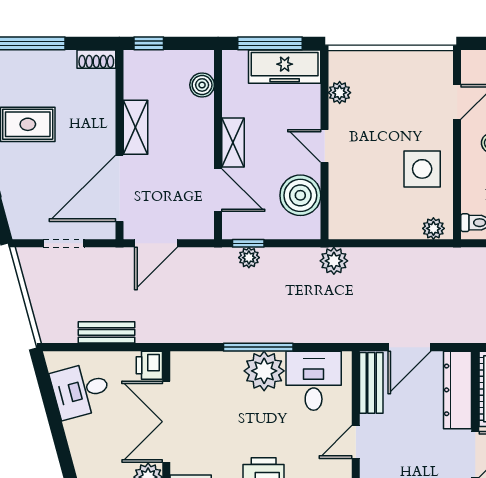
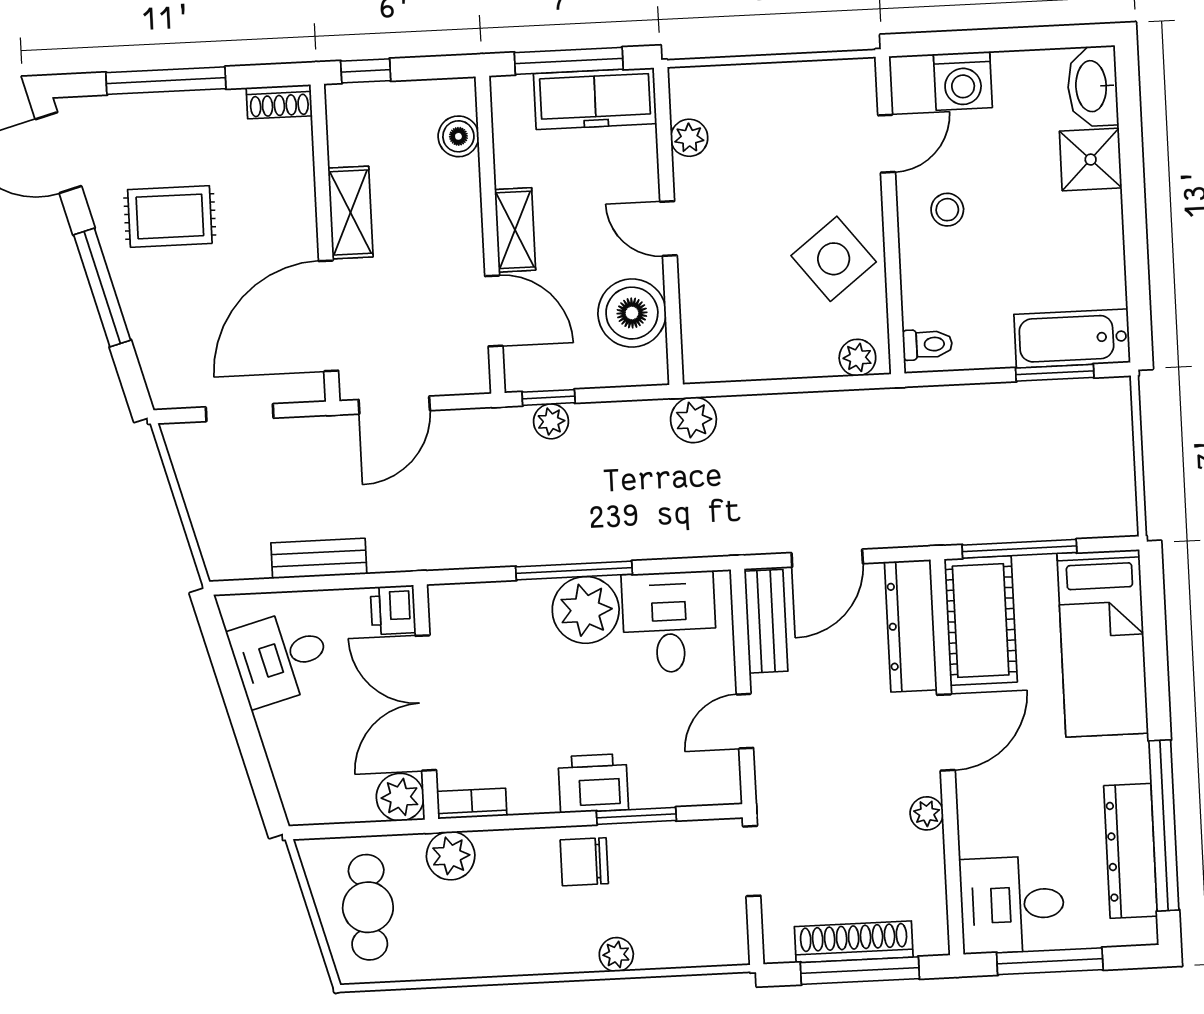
side table: (422, 169) -> (834, 259), turned -38

